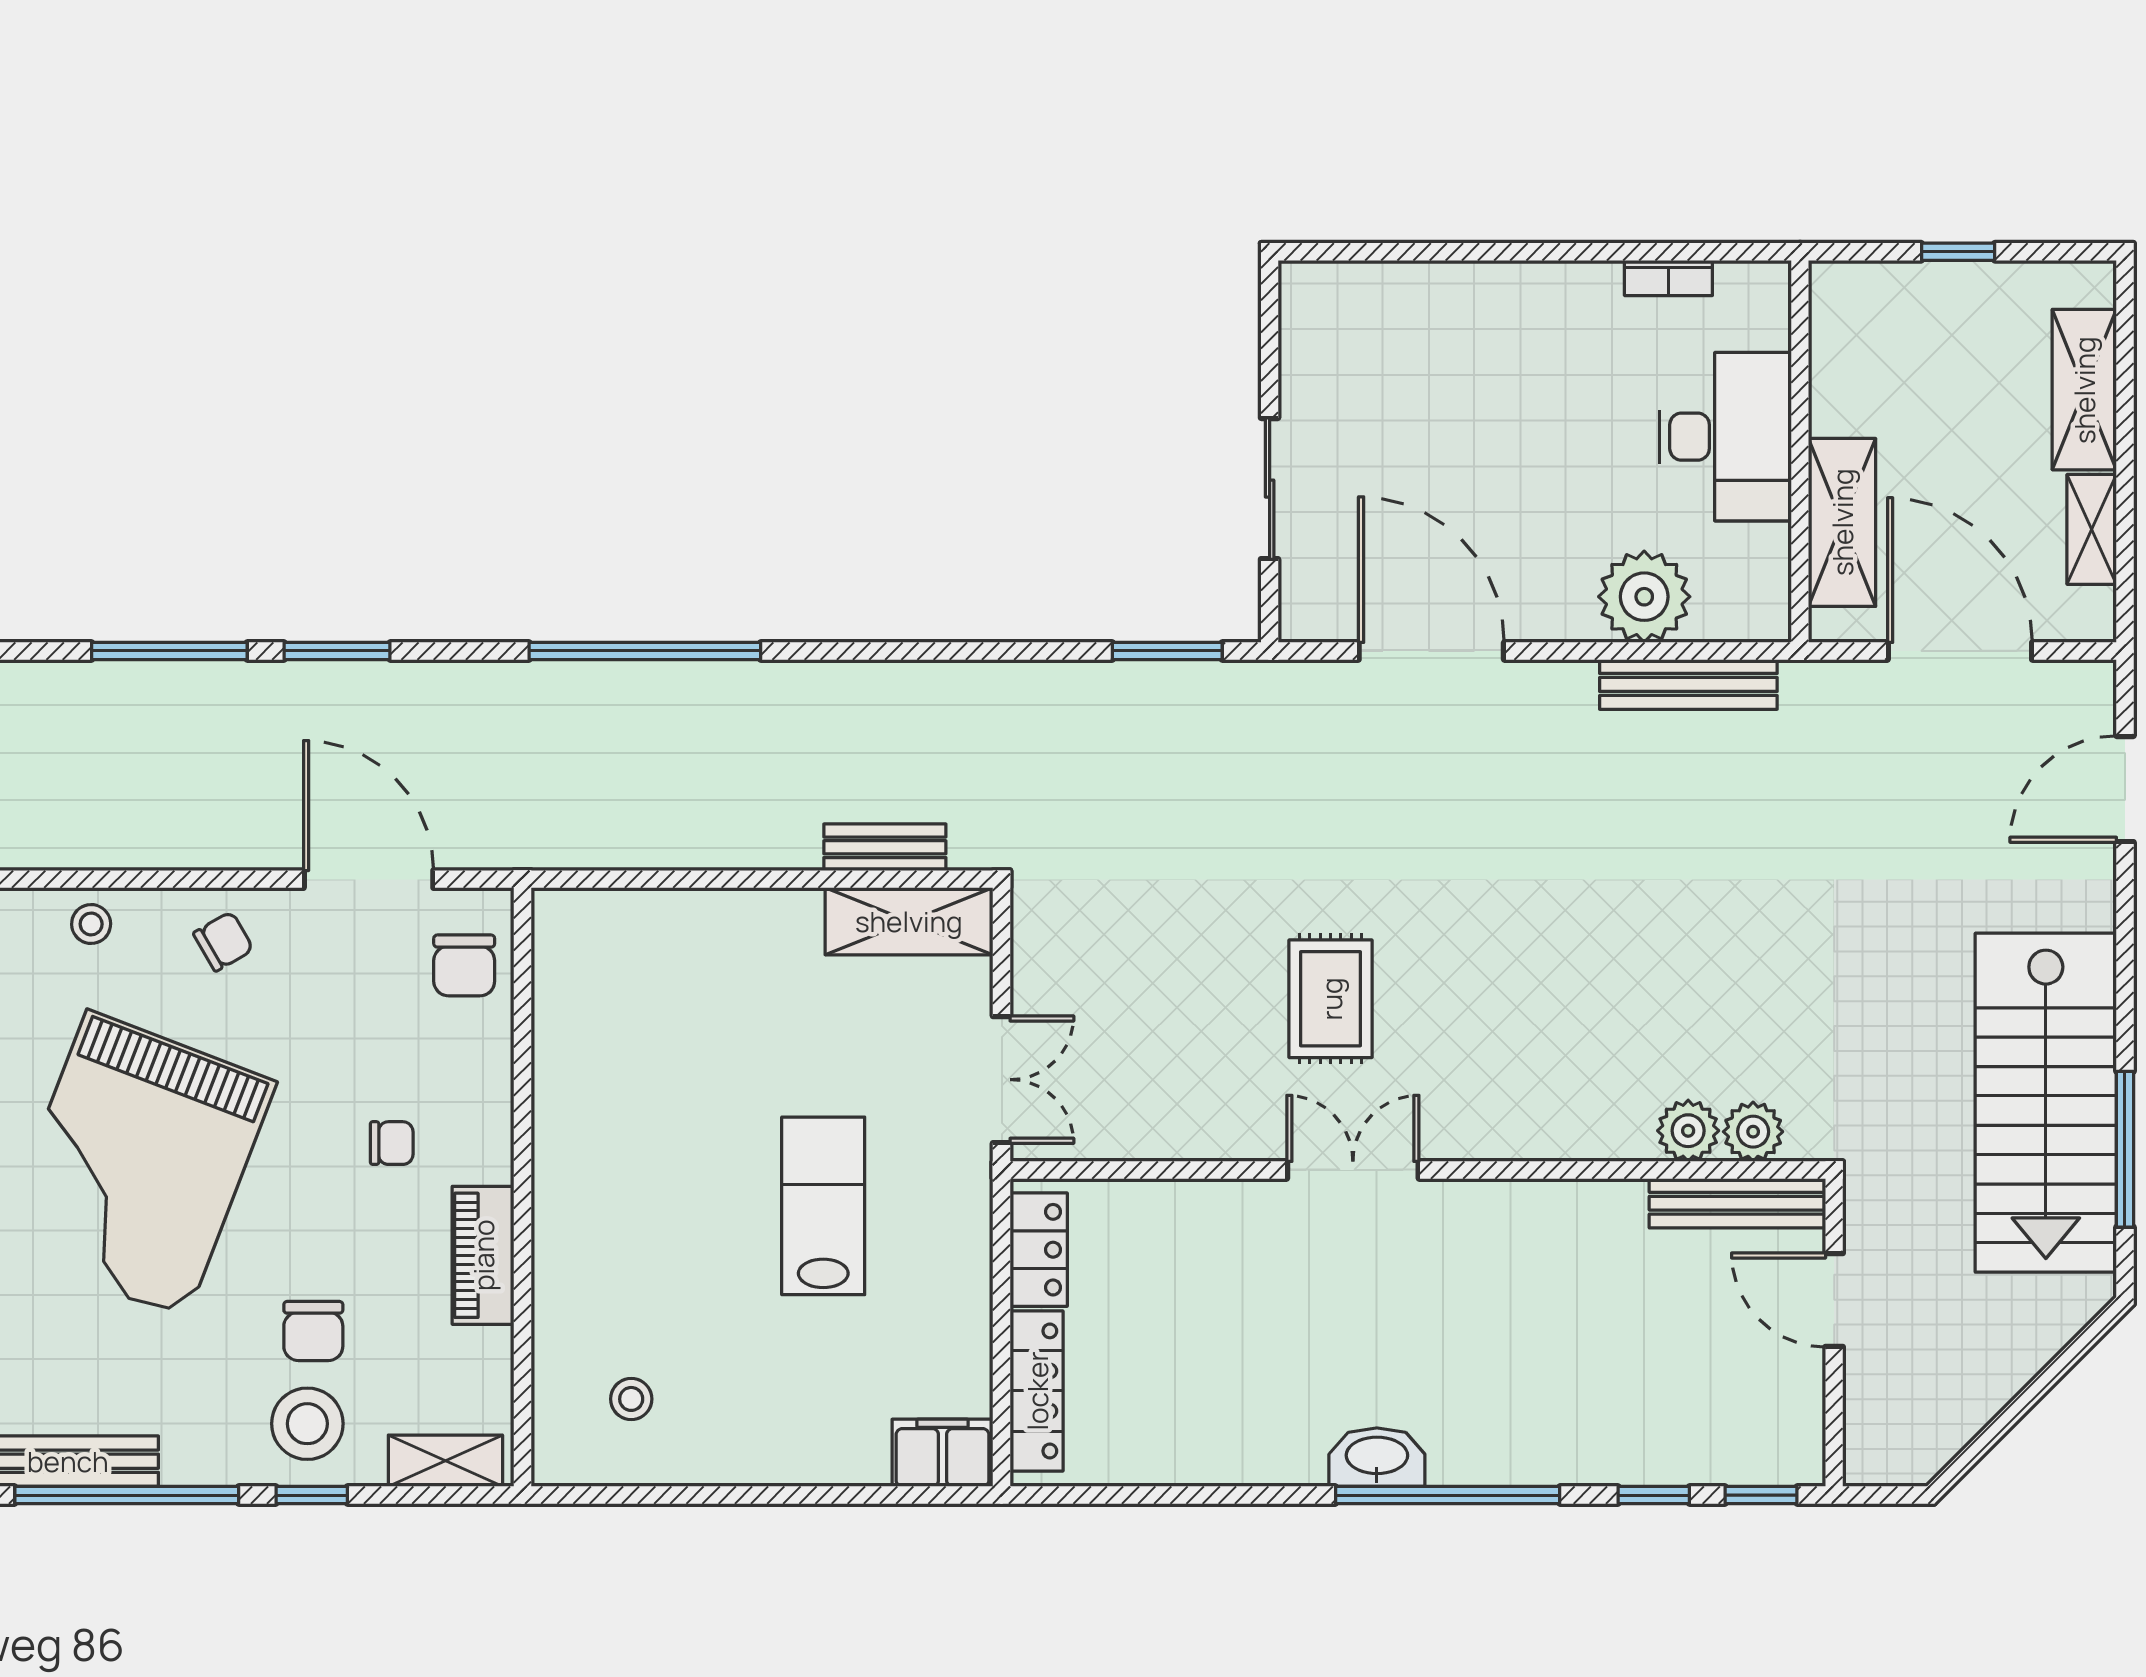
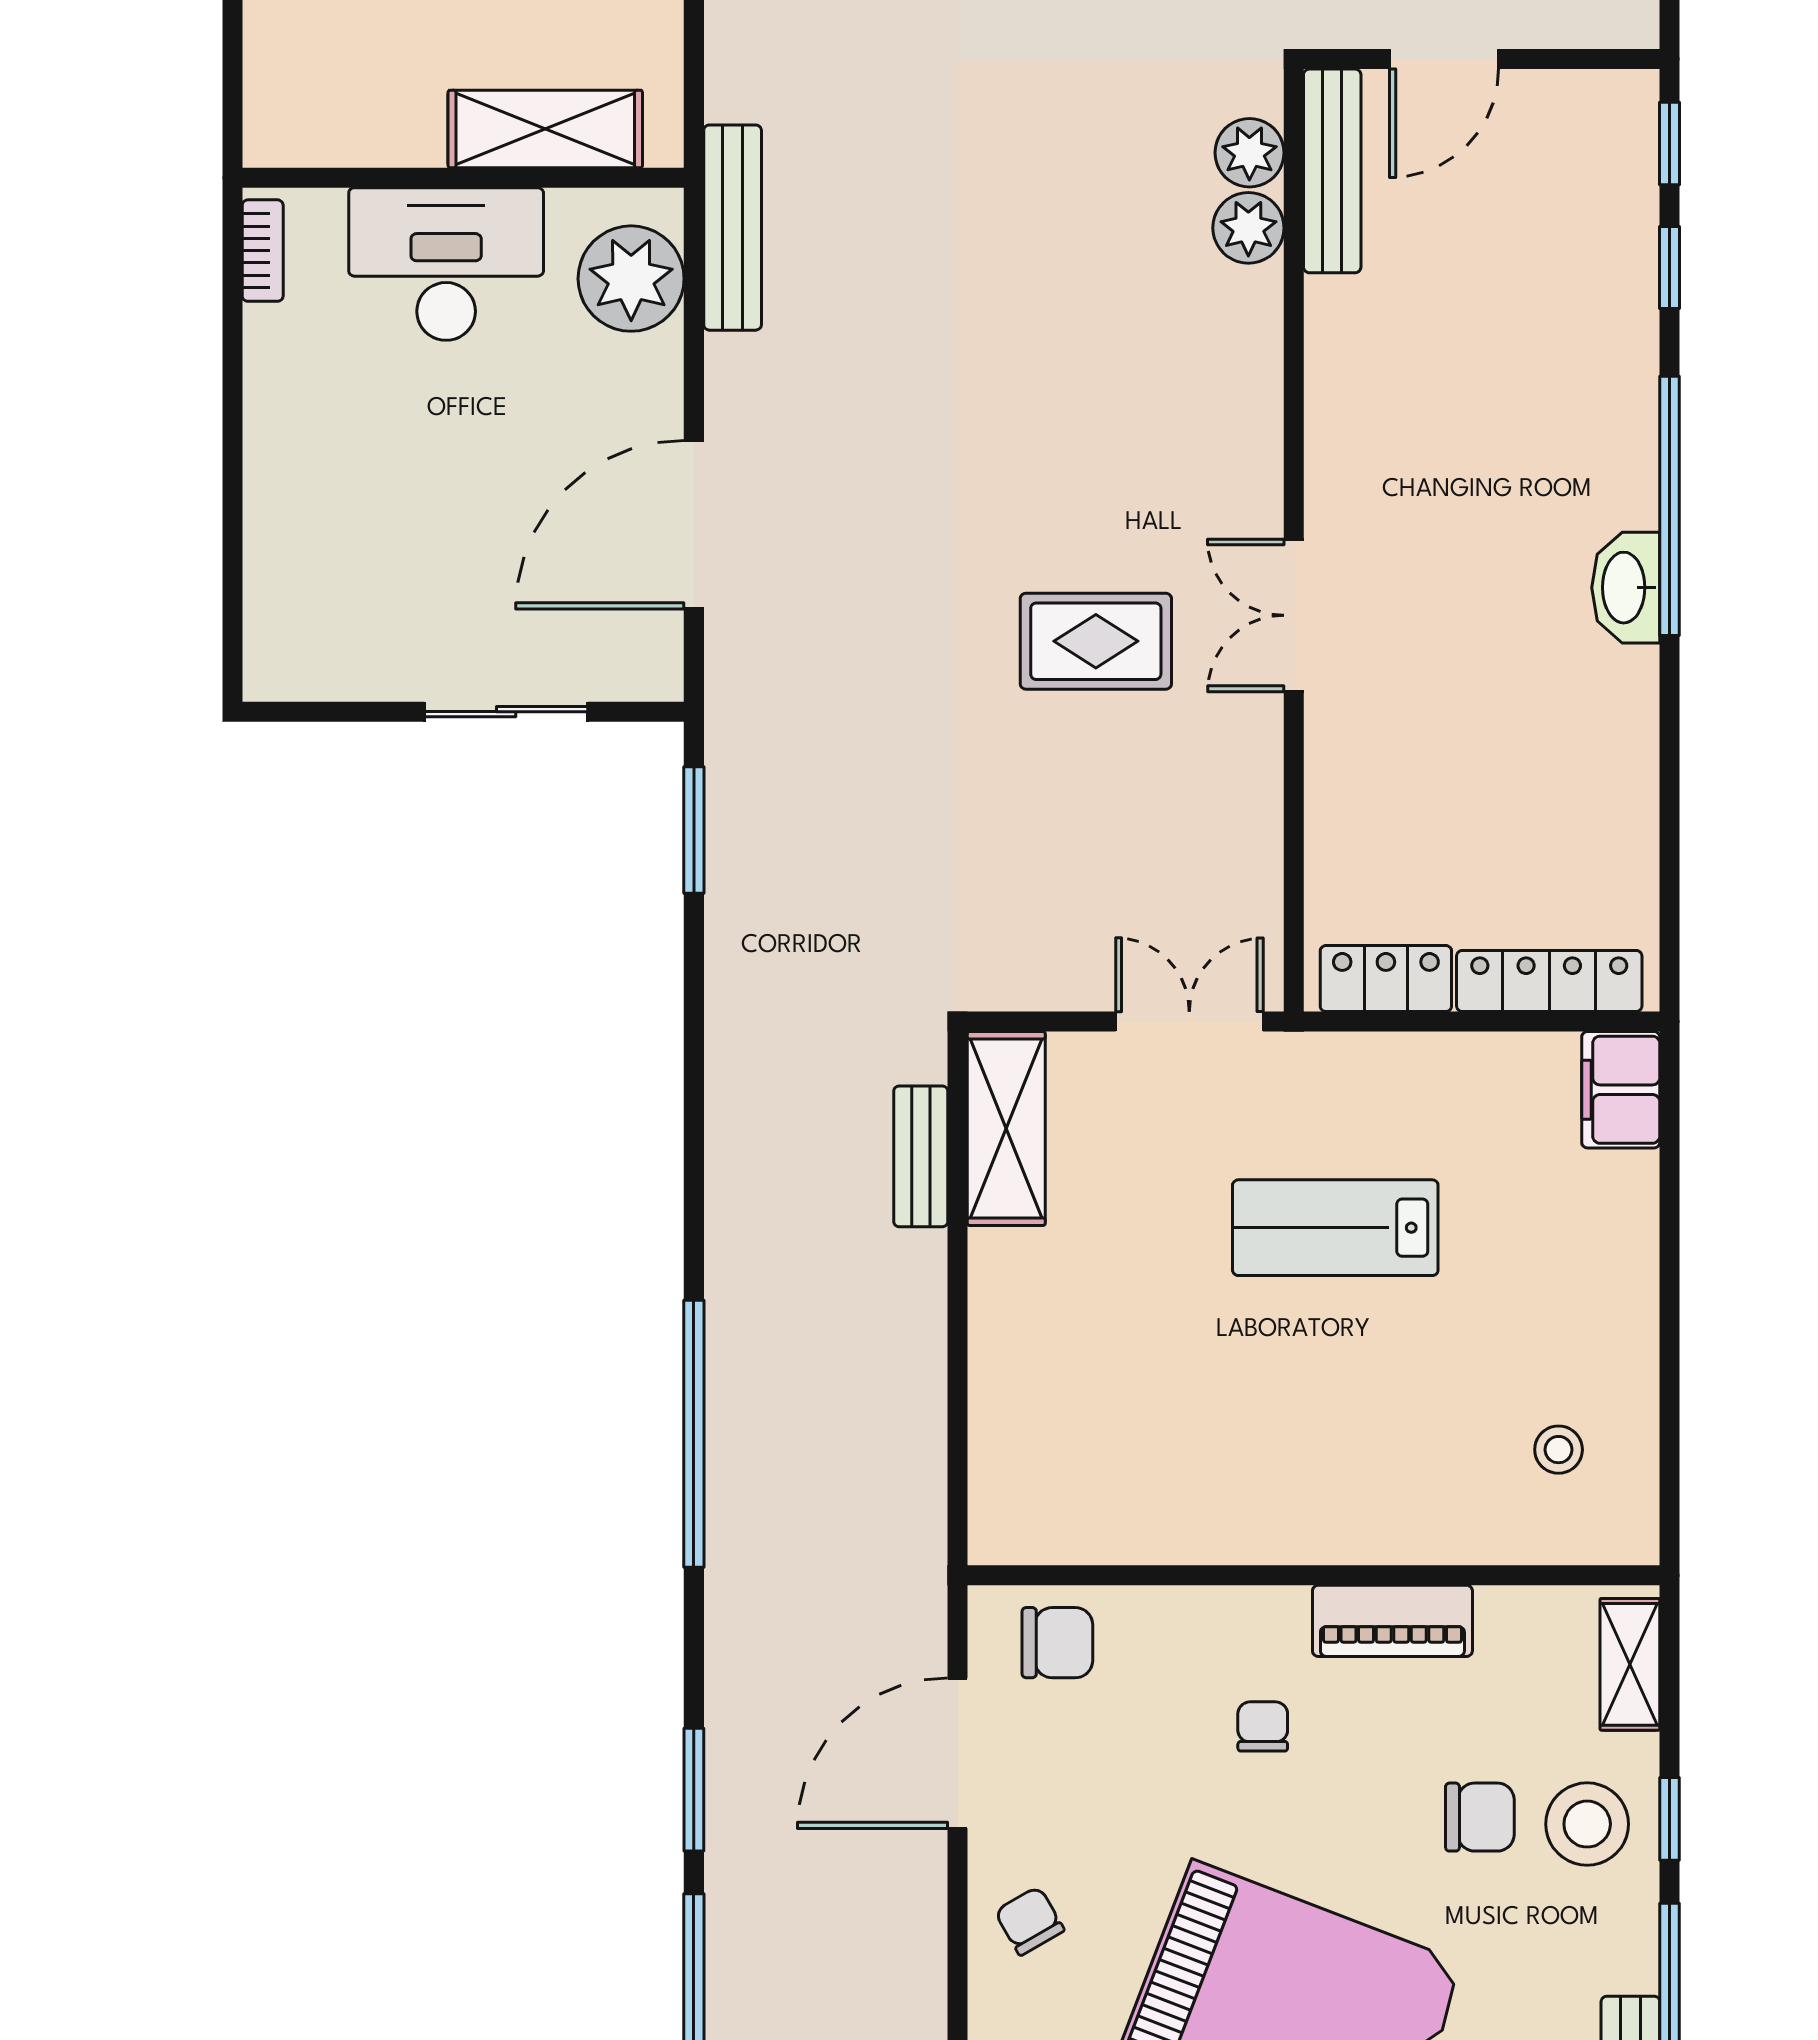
desk: (1725, 437) -> (446, 264), moved
wall: (1800, 451) -> (463, 178), moved
shelving: (1842, 522) -> (545, 129), moved

